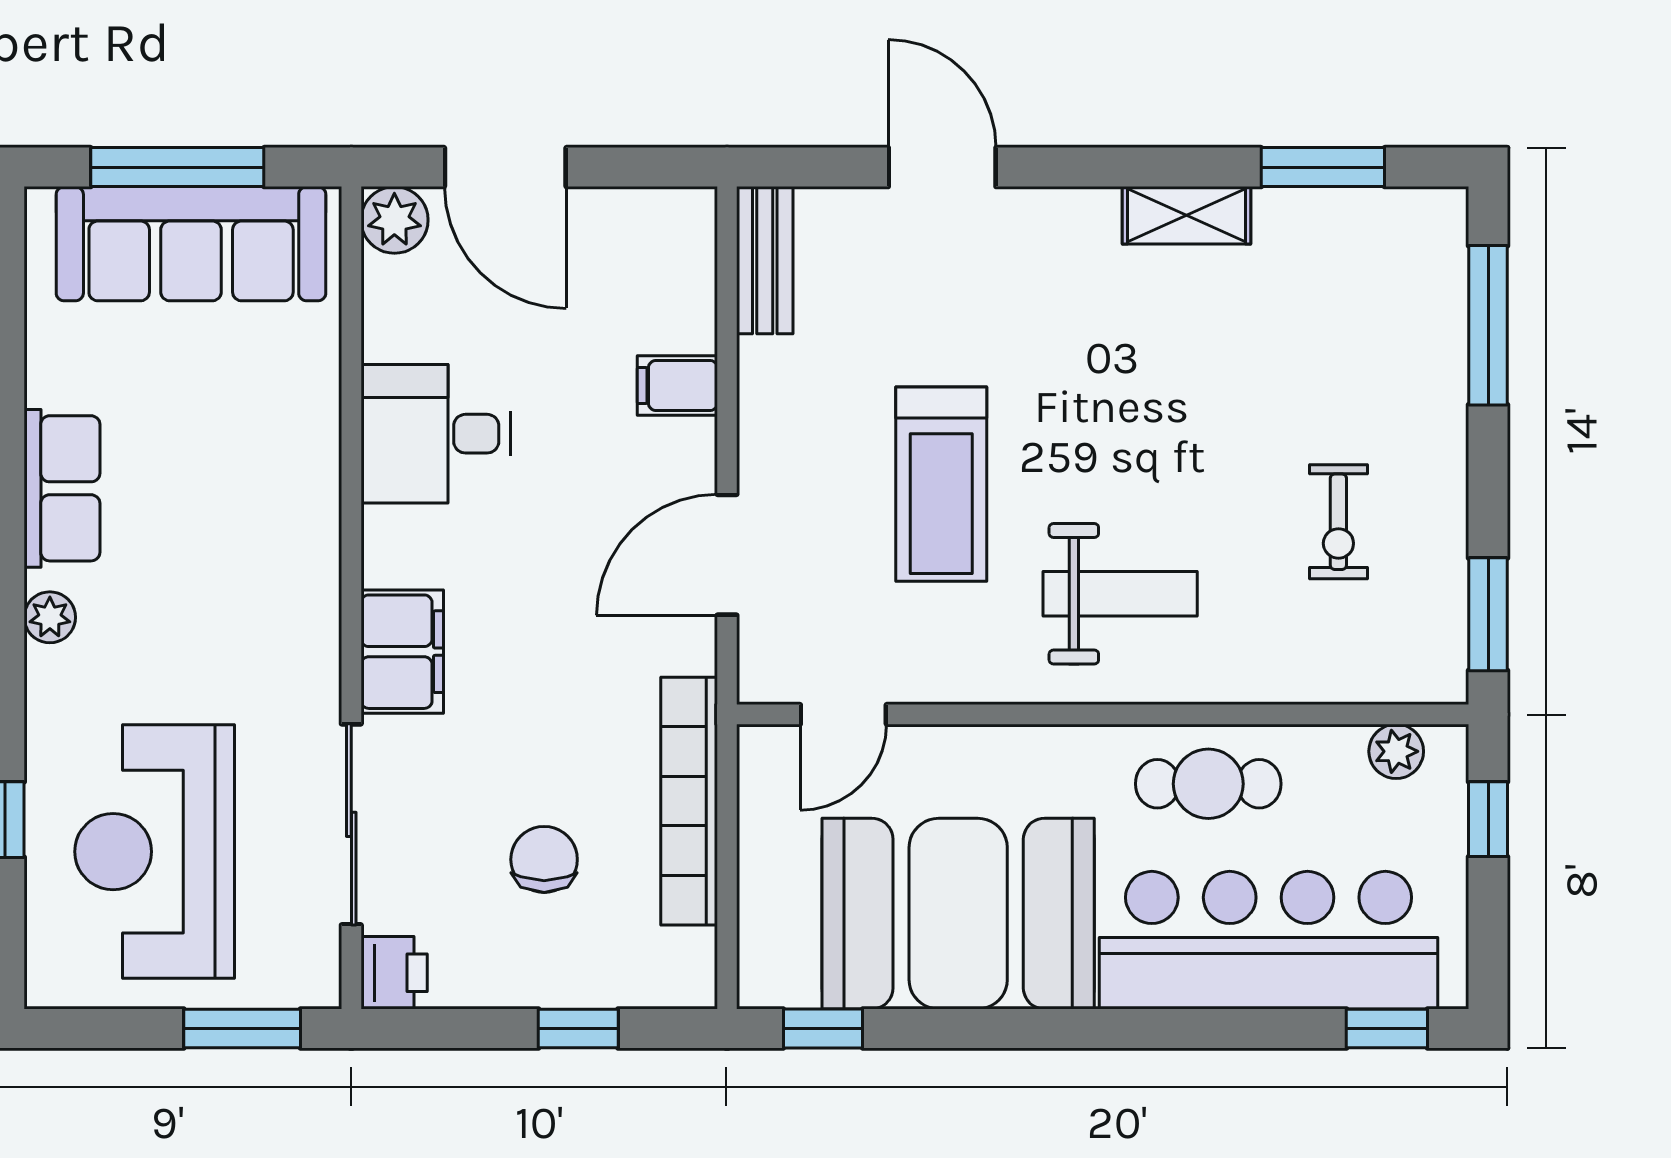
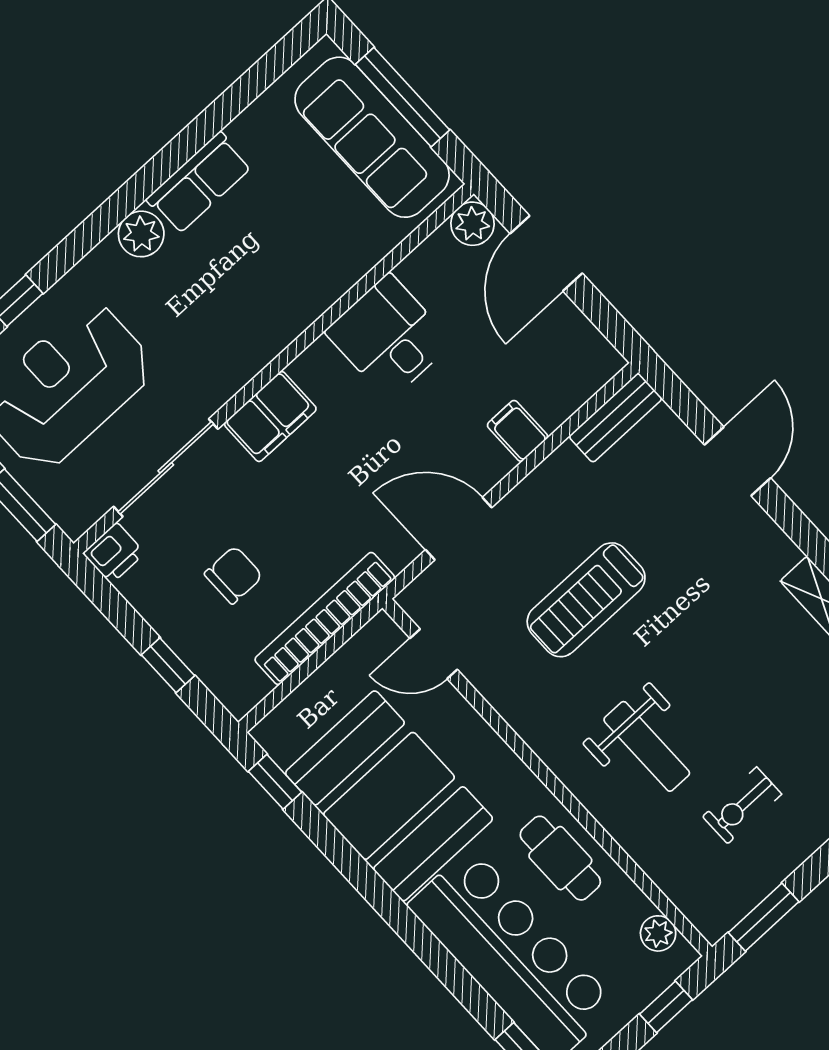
weight bench: (1120, 594) -> (647, 746), moved
plant: (50, 617) -> (141, 234), width x1.38, depth x1.38

